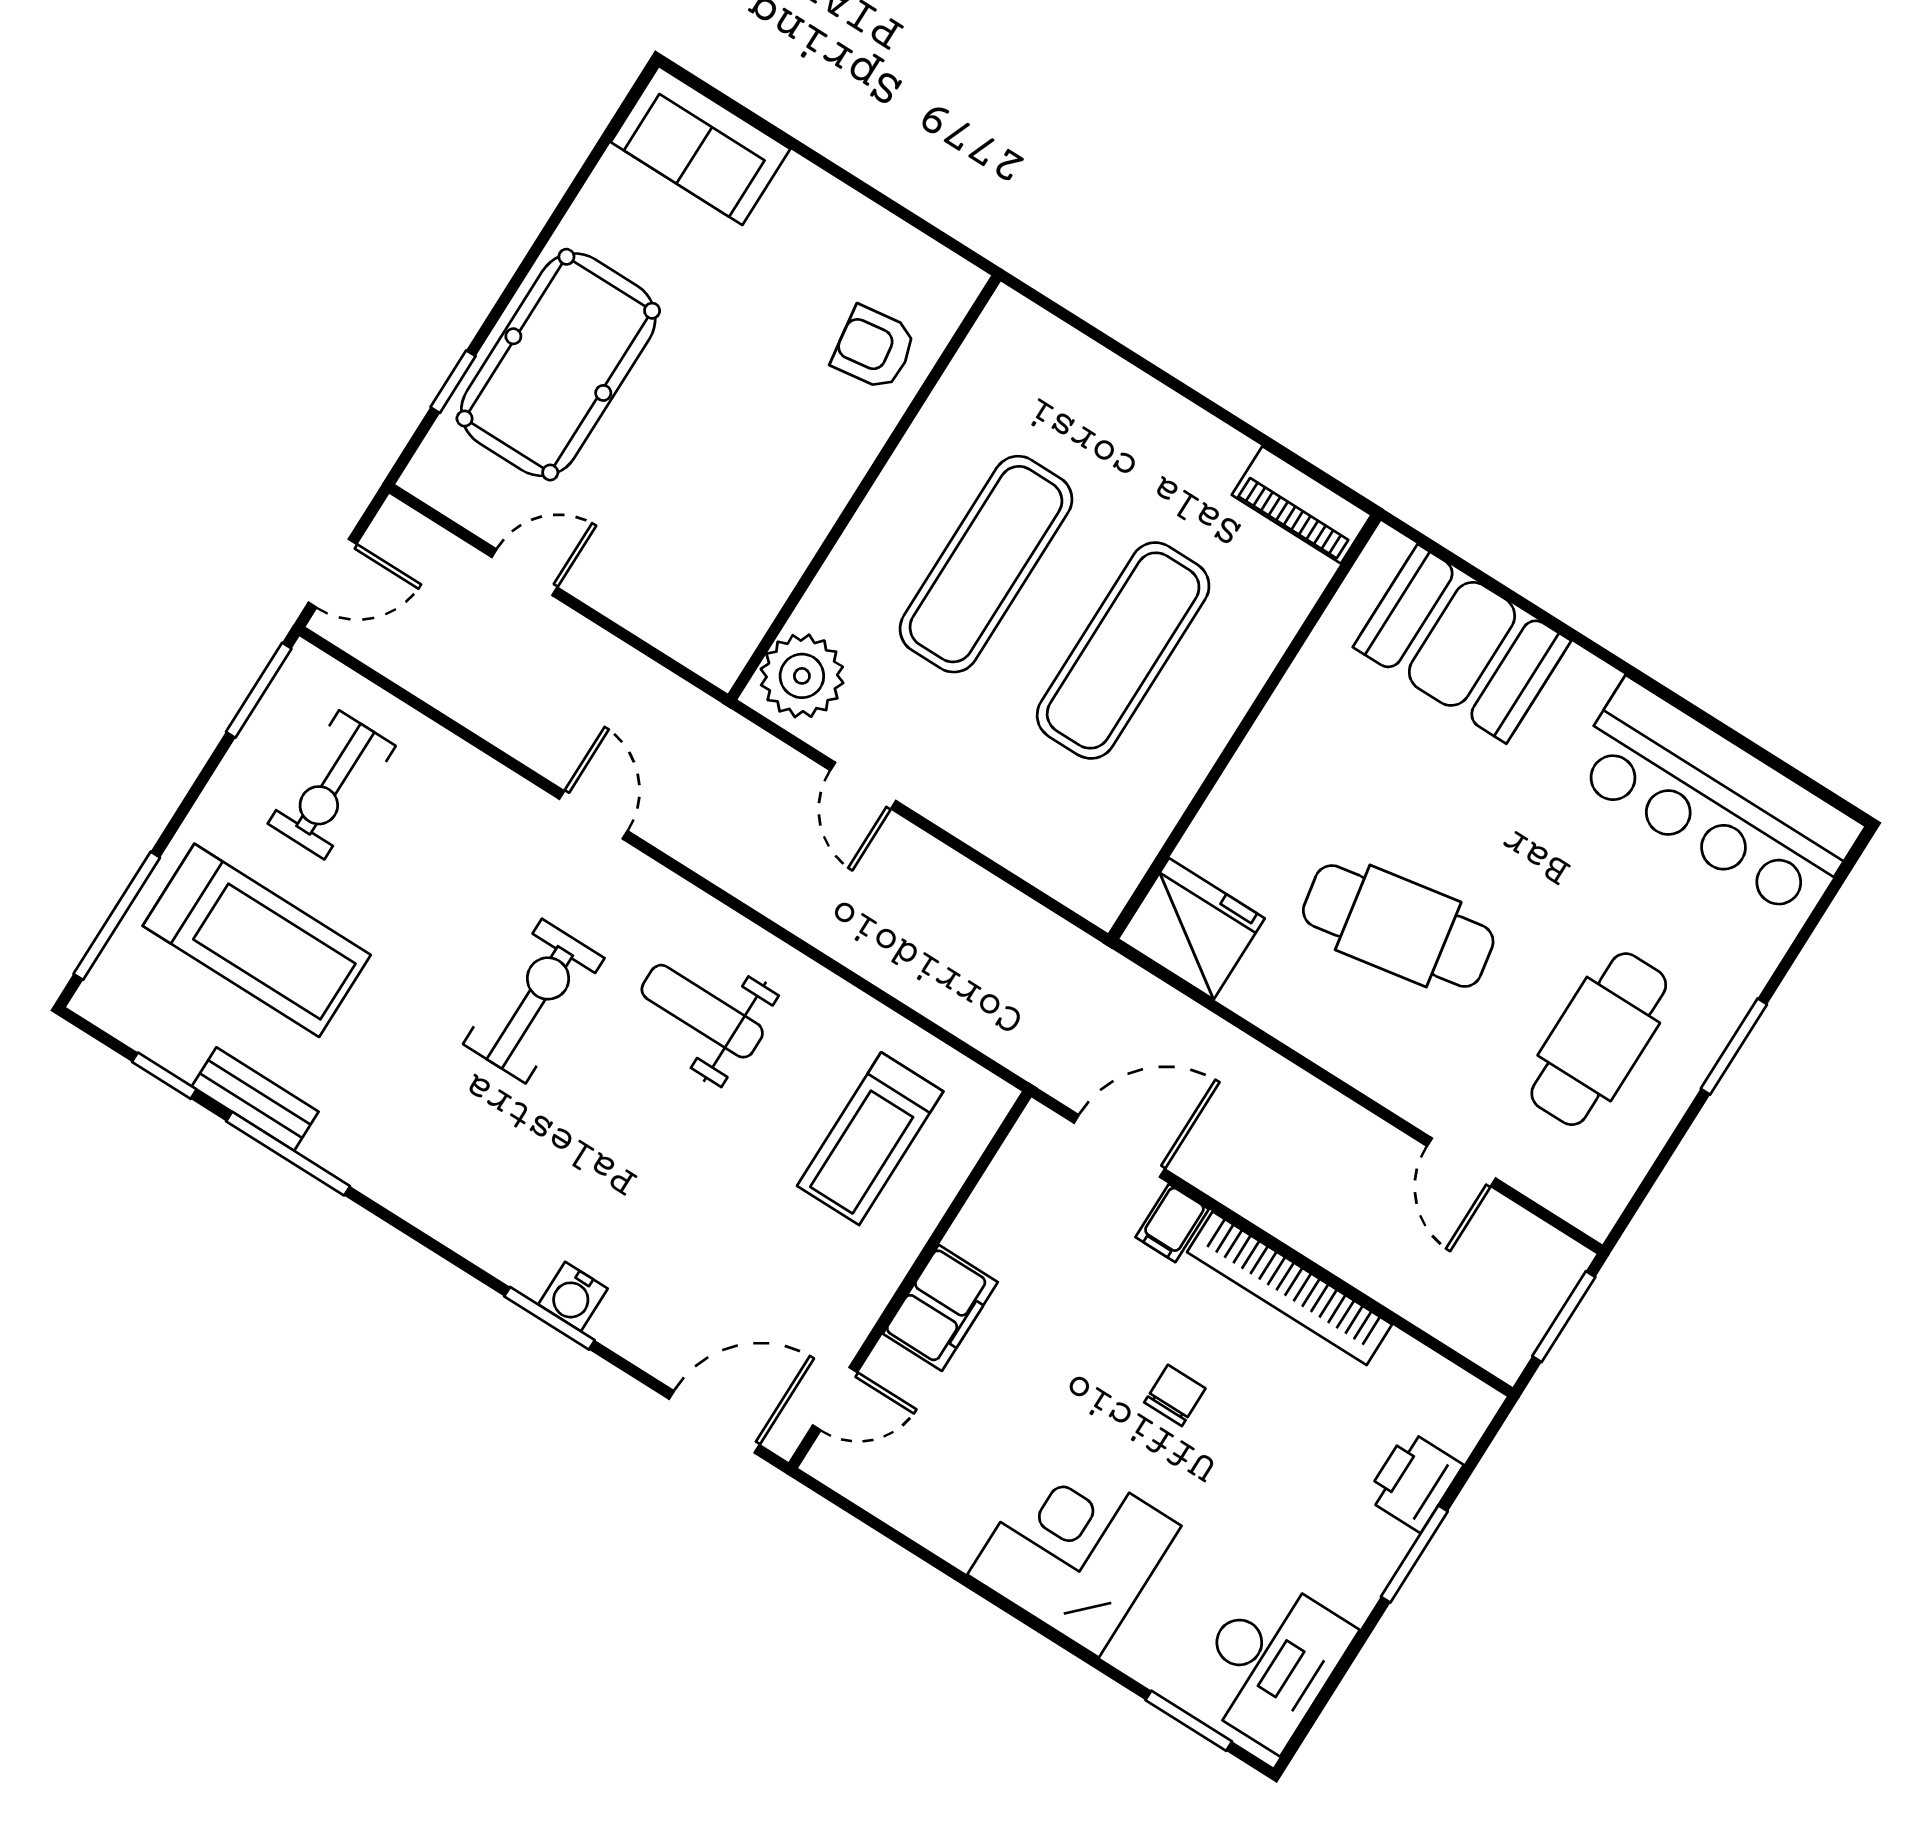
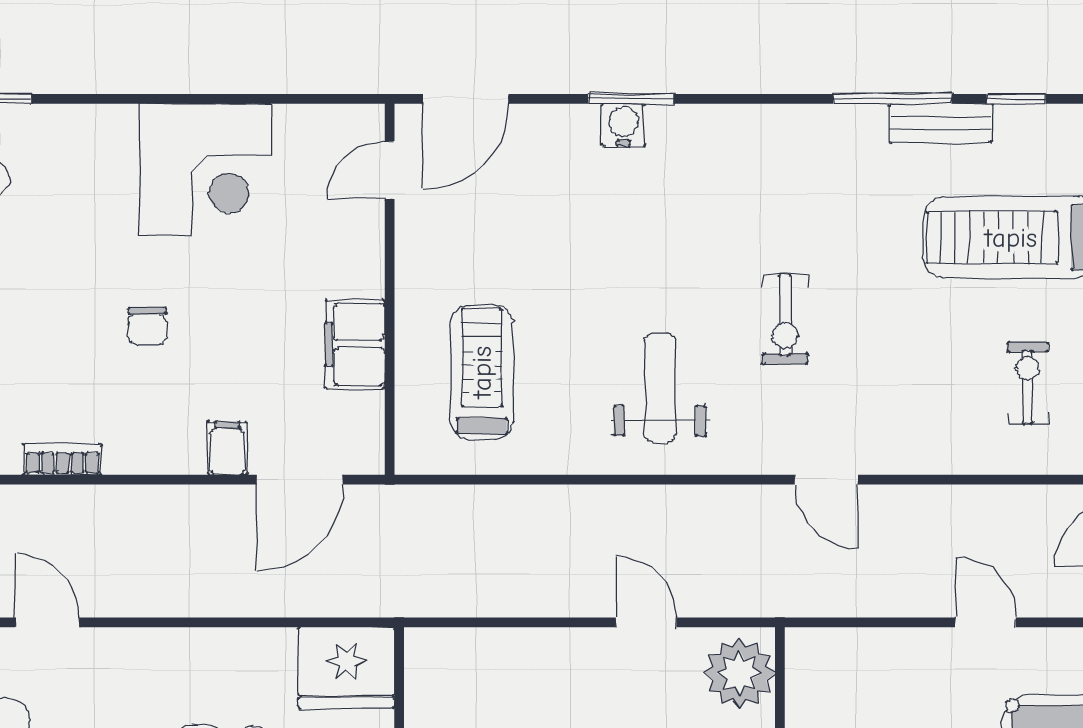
door: (524, 572) -> (985, 622), swing flipped
exercise bike: (332, 785) -> (1028, 383), width x0.73, depth x0.72
exercise bike: (534, 1001) -> (785, 319), width x0.73, depth x0.72
weight bench: (702, 1011) -> (660, 388), turned -90
bookcase: (1290, 1288) -> (62, 459), width x0.43, depth x0.76
filing cabinet: (940, 1308) -> (355, 344), moved
corner desk: (1074, 1550) -> (205, 169), moved

